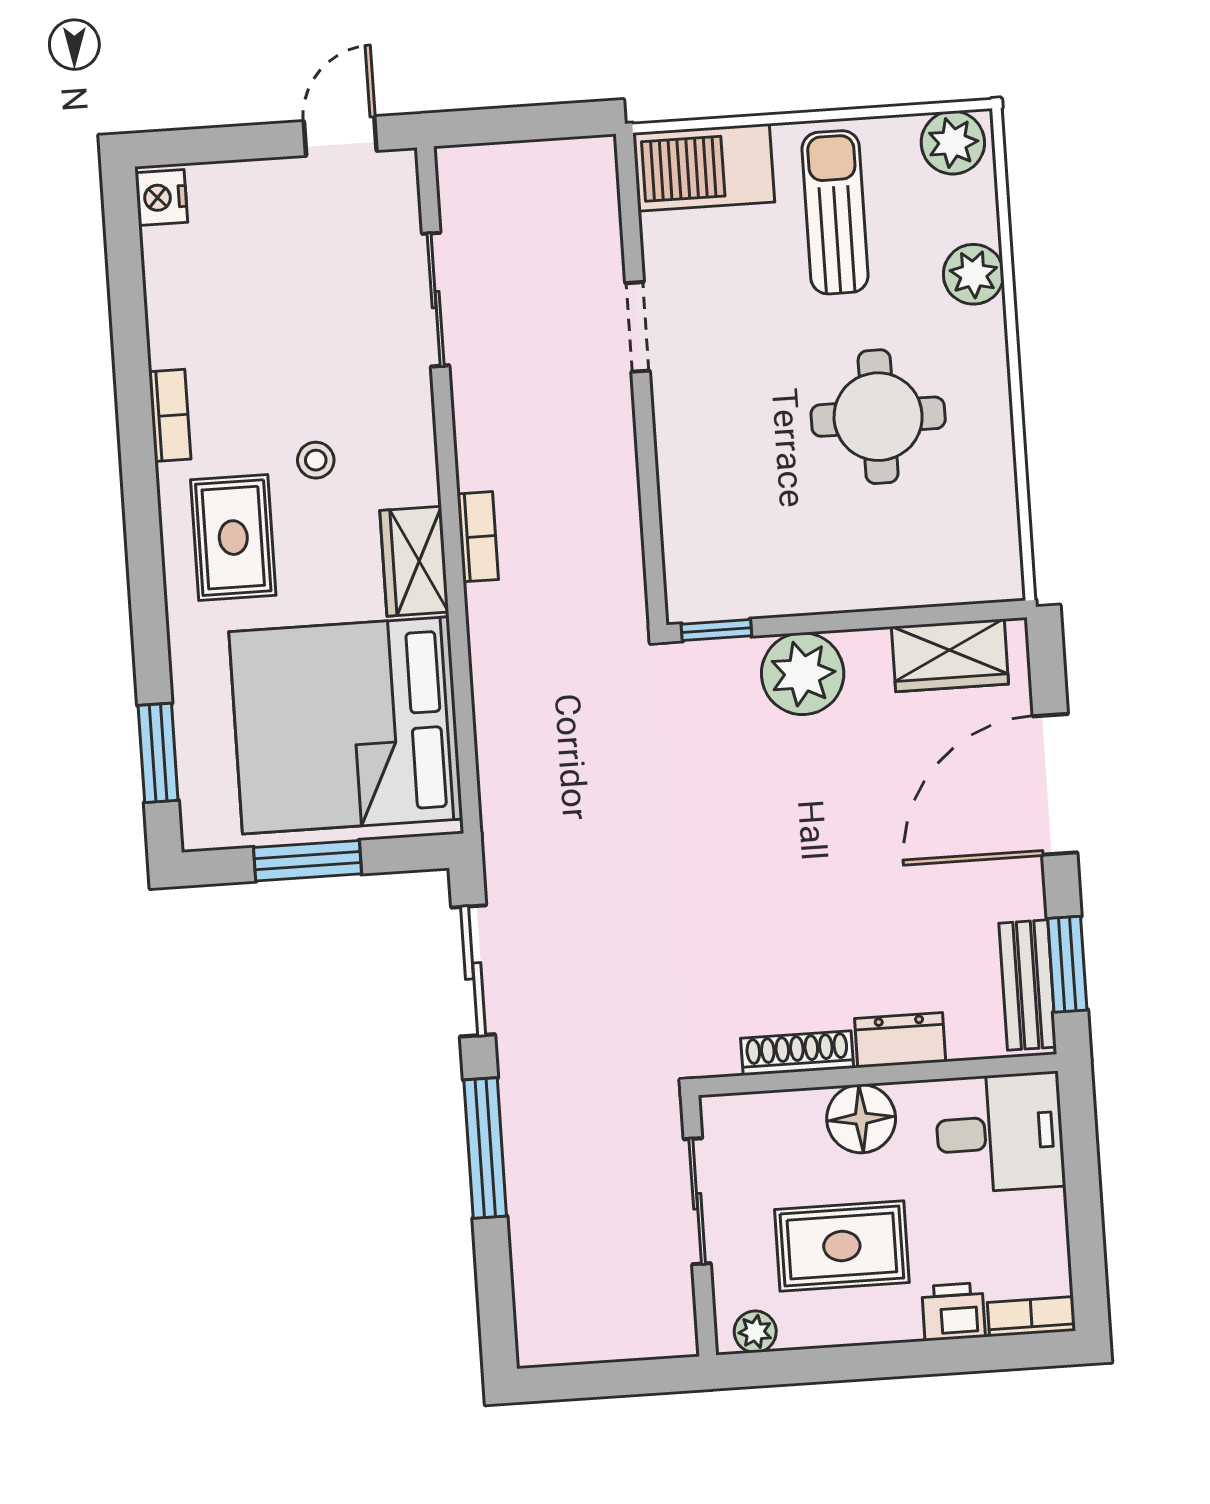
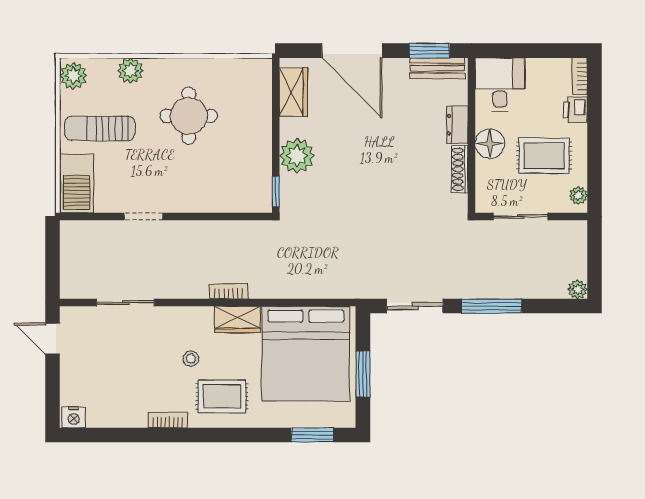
rug: (842, 1246) -> (544, 156), turned 90
plant: (538, 1345) -> (578, 289), added

